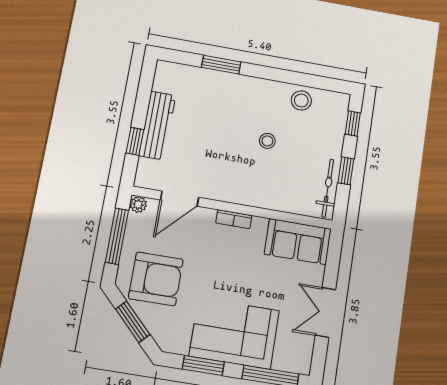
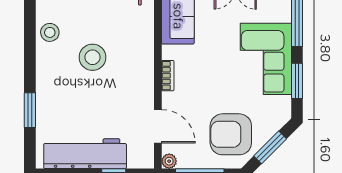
workbench: (157, 125) -> (85, 154), width x1.36, depth x1.32
stool: (267, 141) -> (93, 57), width x1.89, depth x1.89
armchair: (156, 279) -> (231, 134), turned -90

